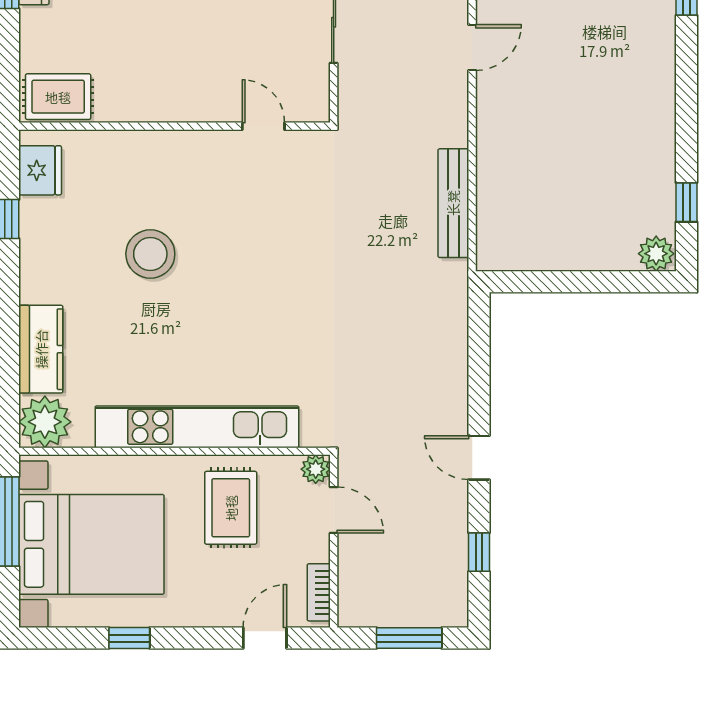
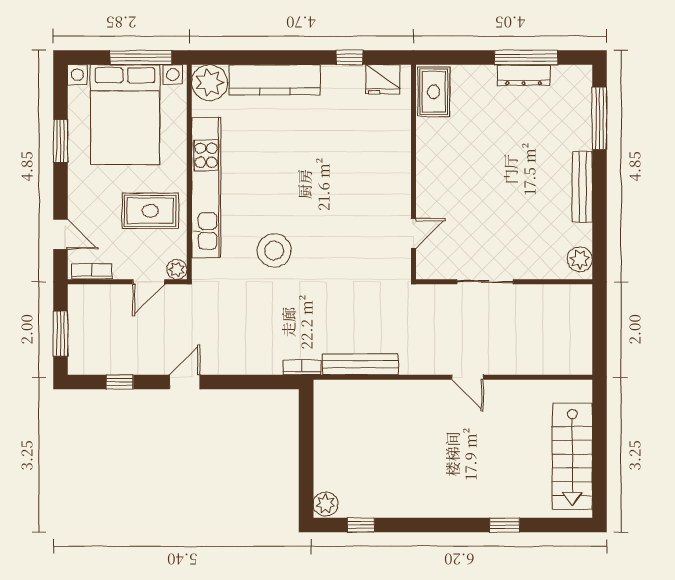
stool: (150, 254) -> (274, 250), moved
bookcase: (458, 288) -> (302, 367), added
kitchen counter: (41, 349) -> (275, 80), width x1.50
window: (129, 638) -> (60, 141), width x1.50

